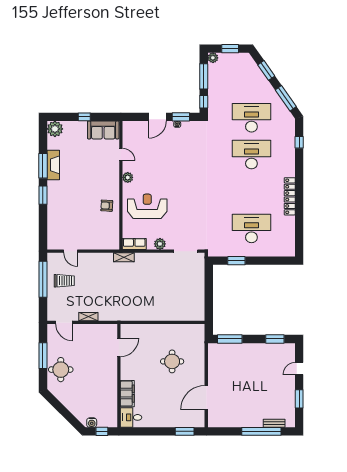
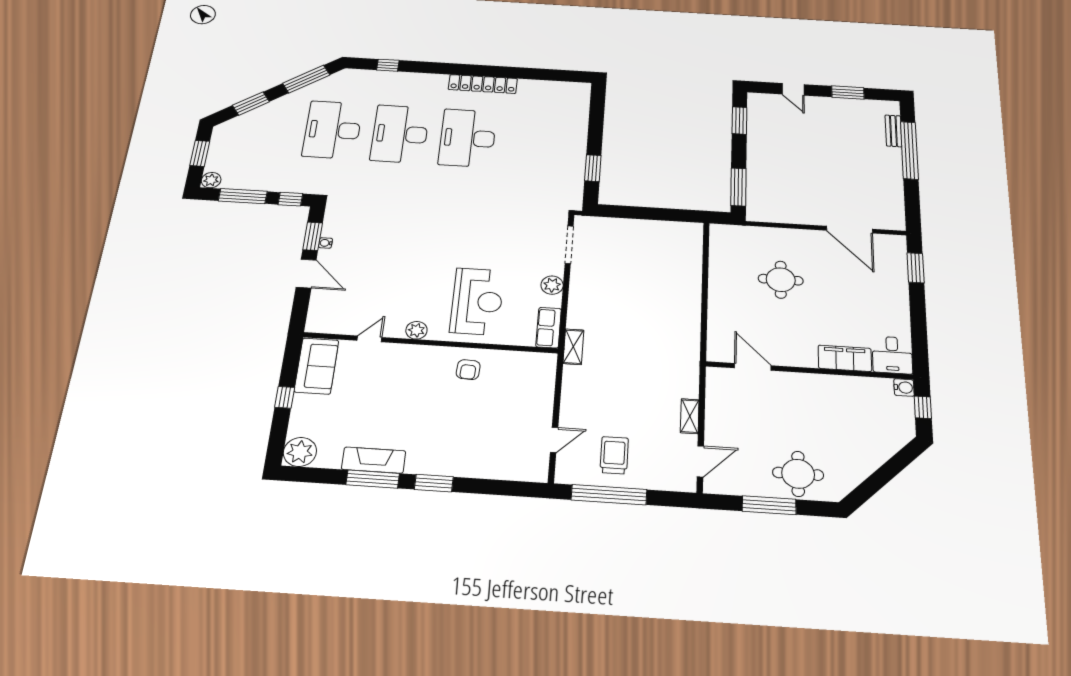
reception desk: (147, 206) -> (477, 301), turned 180
desk: (251, 228) -> (468, 138), moved
water cooler: (92, 423) -> (904, 387), moved

